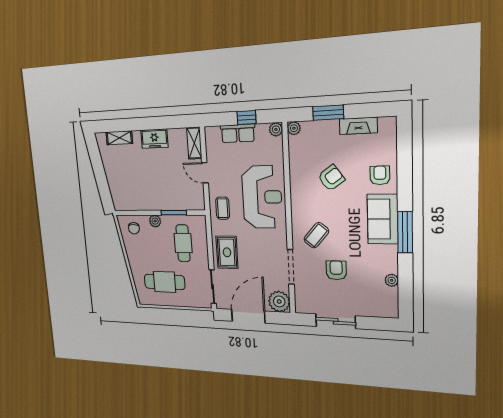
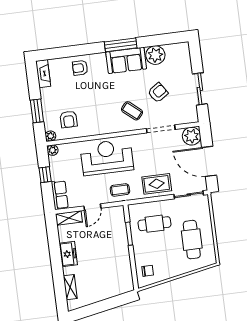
fireplace: (358, 126) -> (43, 74), moved
row of seats: (238, 133) -> (60, 195), moved
armchair: (331, 178) -> (69, 119), moved, turned -144
sofa: (383, 219) -> (126, 60), moved
plant: (155, 221) -> (139, 251), removed
armchair: (336, 270) -> (158, 93), turned 146
plant: (392, 280) -> (155, 55), width x1.88, depth x1.88

